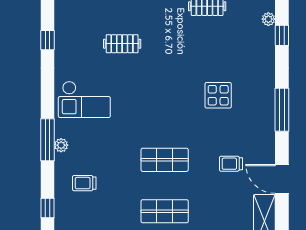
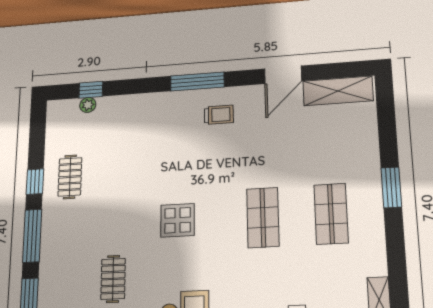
window: (282, 35) -> (91, 90), moved
display table: (218, 95) -> (178, 220), moved
trolley: (231, 164) -> (219, 115), moved, turned -90

